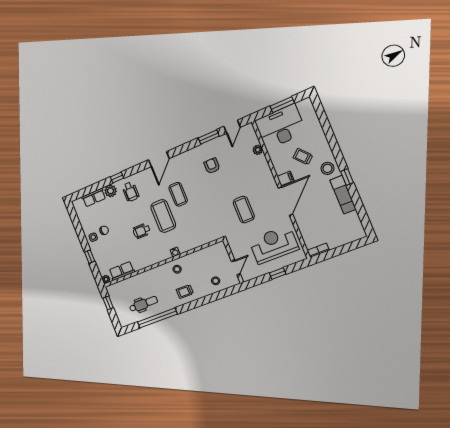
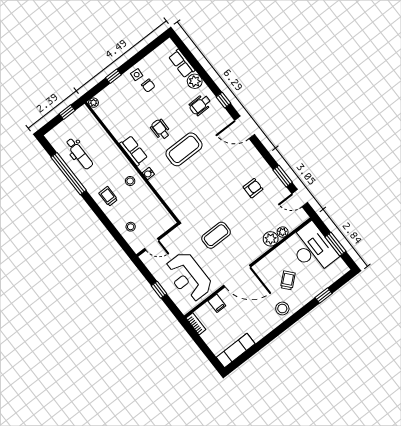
plant: (261, 162) -> (271, 239), added
window: (347, 177) -> (324, 296), moved
window: (117, 178) -> (223, 100), moved
filing cabinet: (285, 178) -> (217, 303), moved
coffee table: (178, 194) -> (212, 160), removed
exam couch: (343, 195) -> (236, 350), moved
reception desk: (274, 245) -> (188, 277), turned 180
row of seats: (122, 271) -> (134, 151), moved

